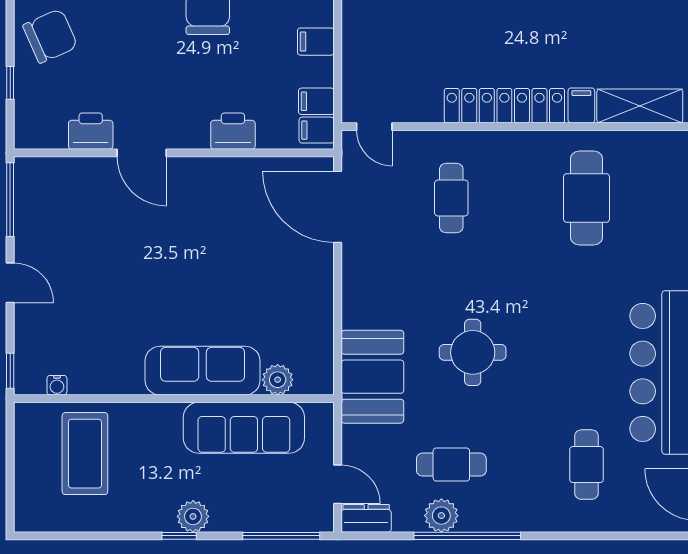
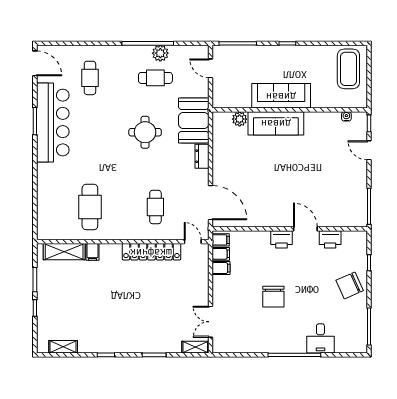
filing cabinet: (316, 42) -> (221, 268), moved
locker: (504, 106) -> (151, 252), moved
printer: (233, 131) -> (281, 239), moved
door: (10, 283) -> (369, 150), moved
sofa: (244, 428) -> (281, 96), moved
coffee table: (85, 454) -> (348, 69), moved
plant: (193, 516) -> (281, 53), removed
dresser: (366, 518) -> (202, 156), moved, turned 90

